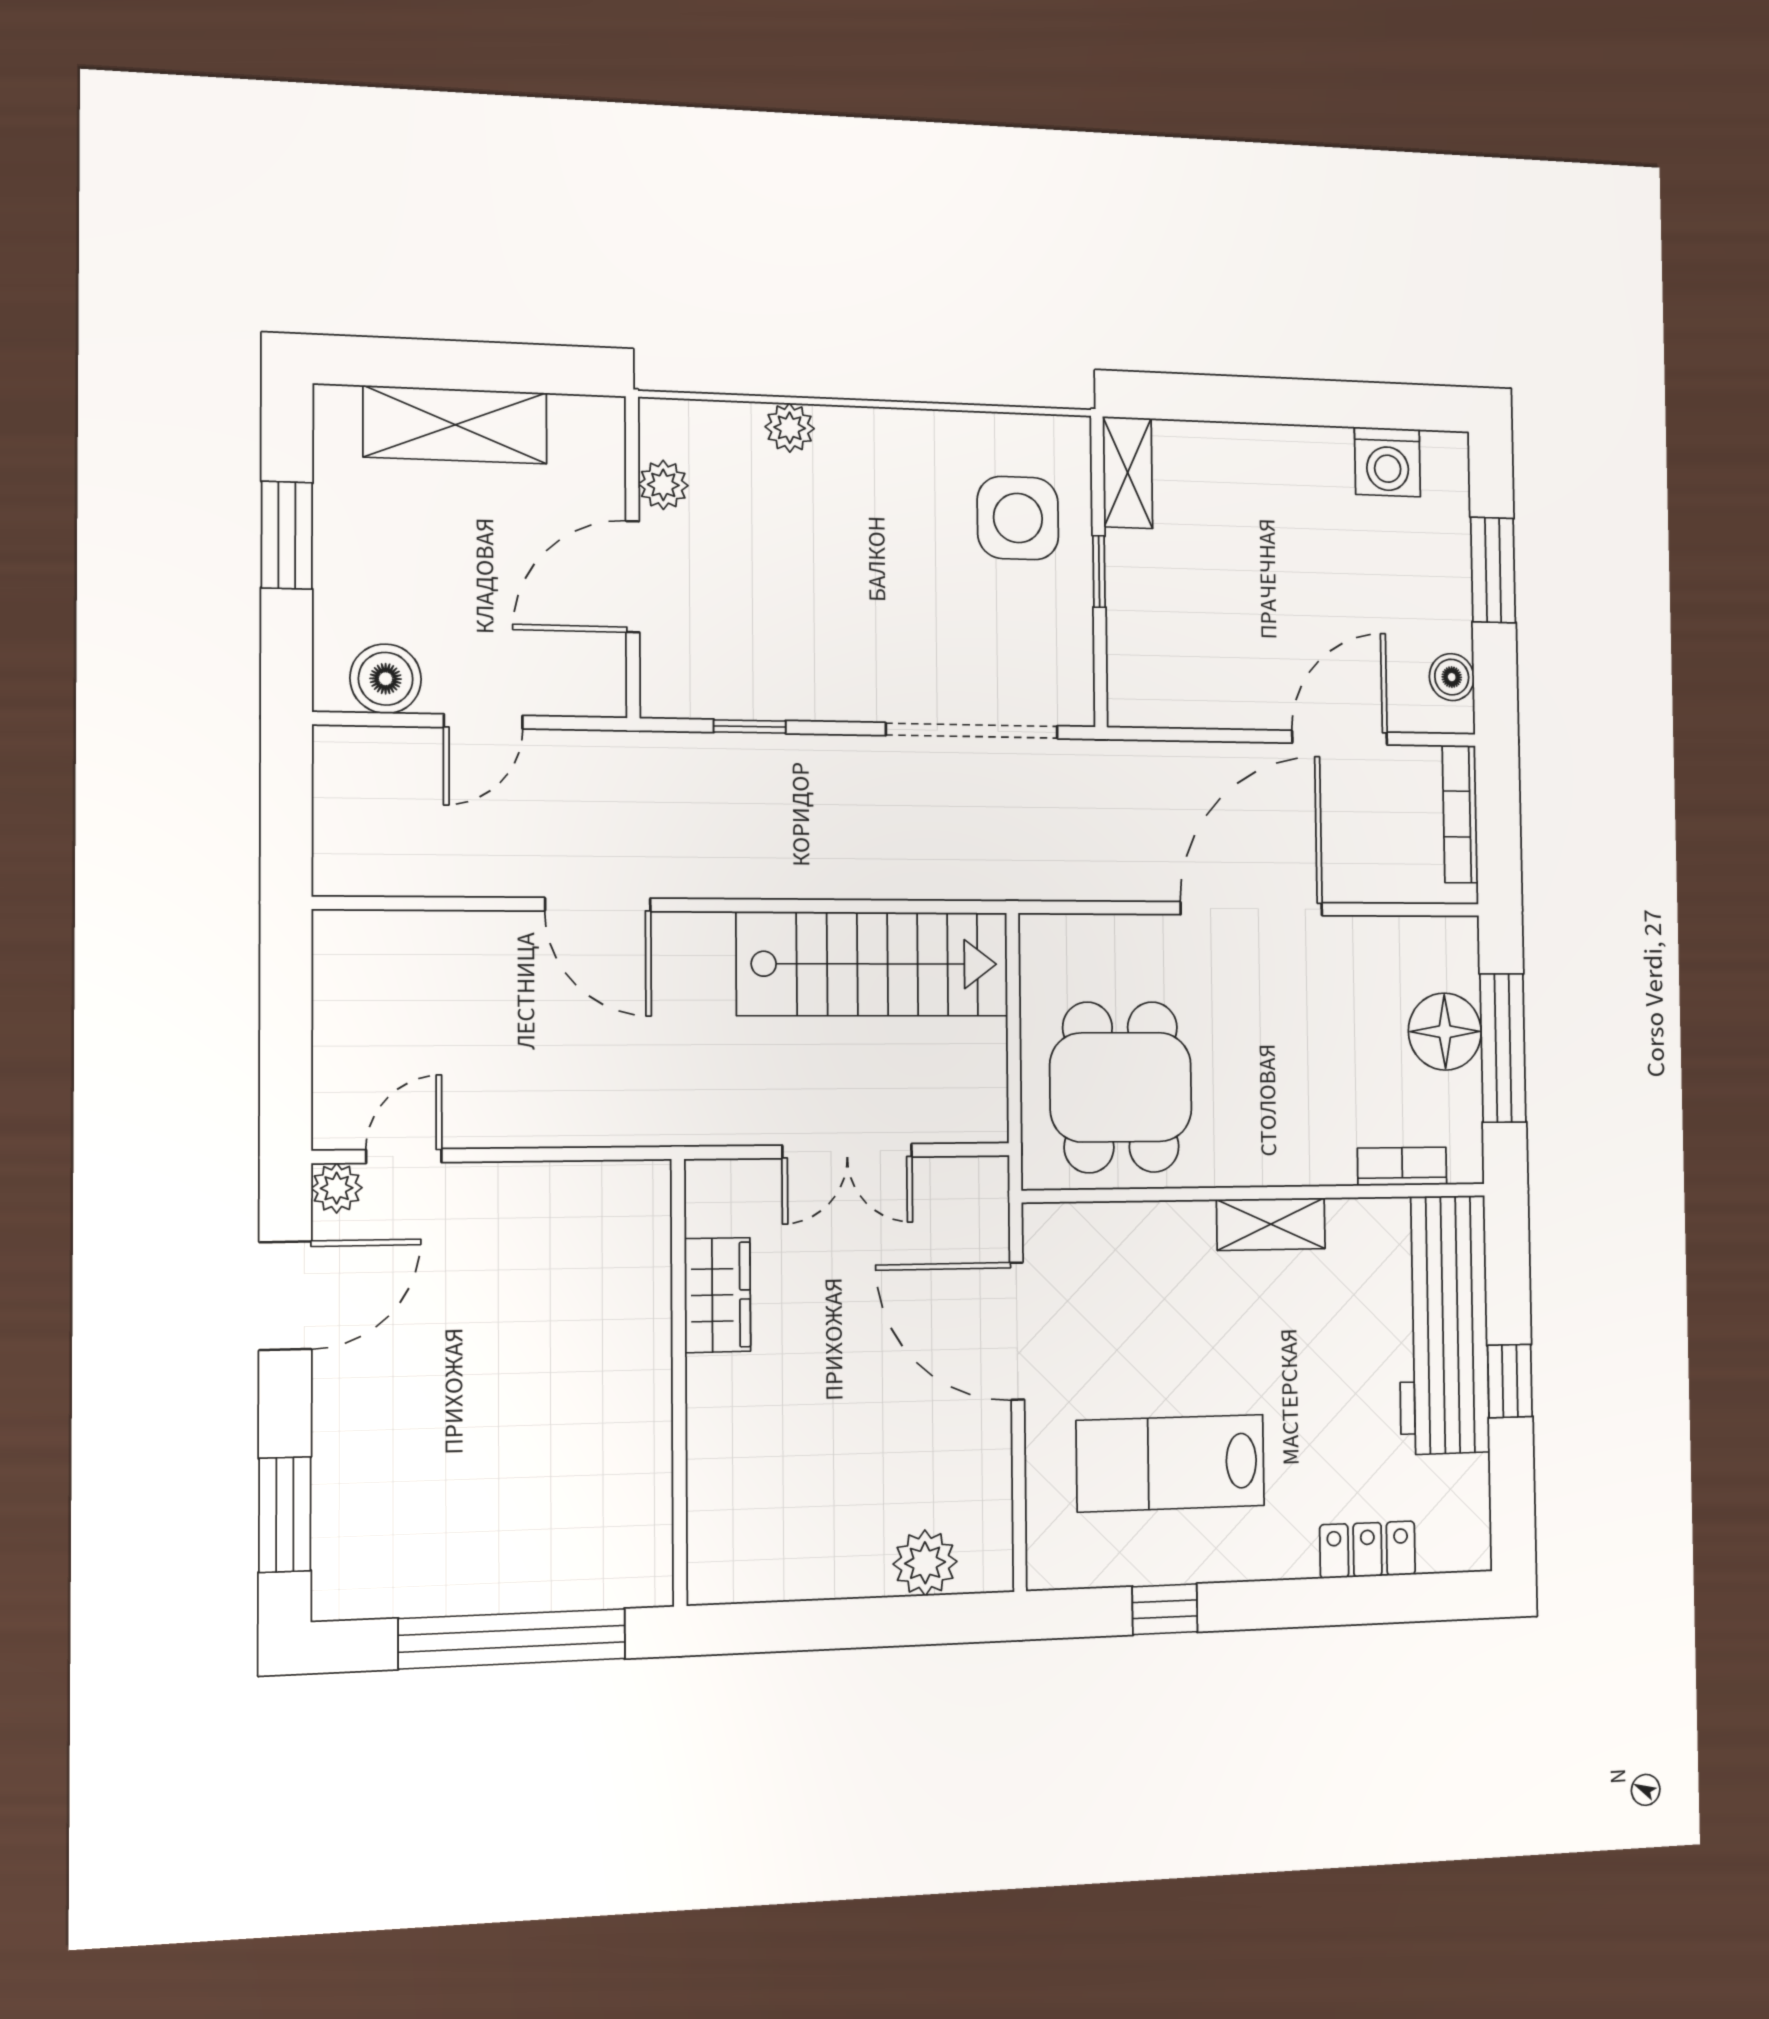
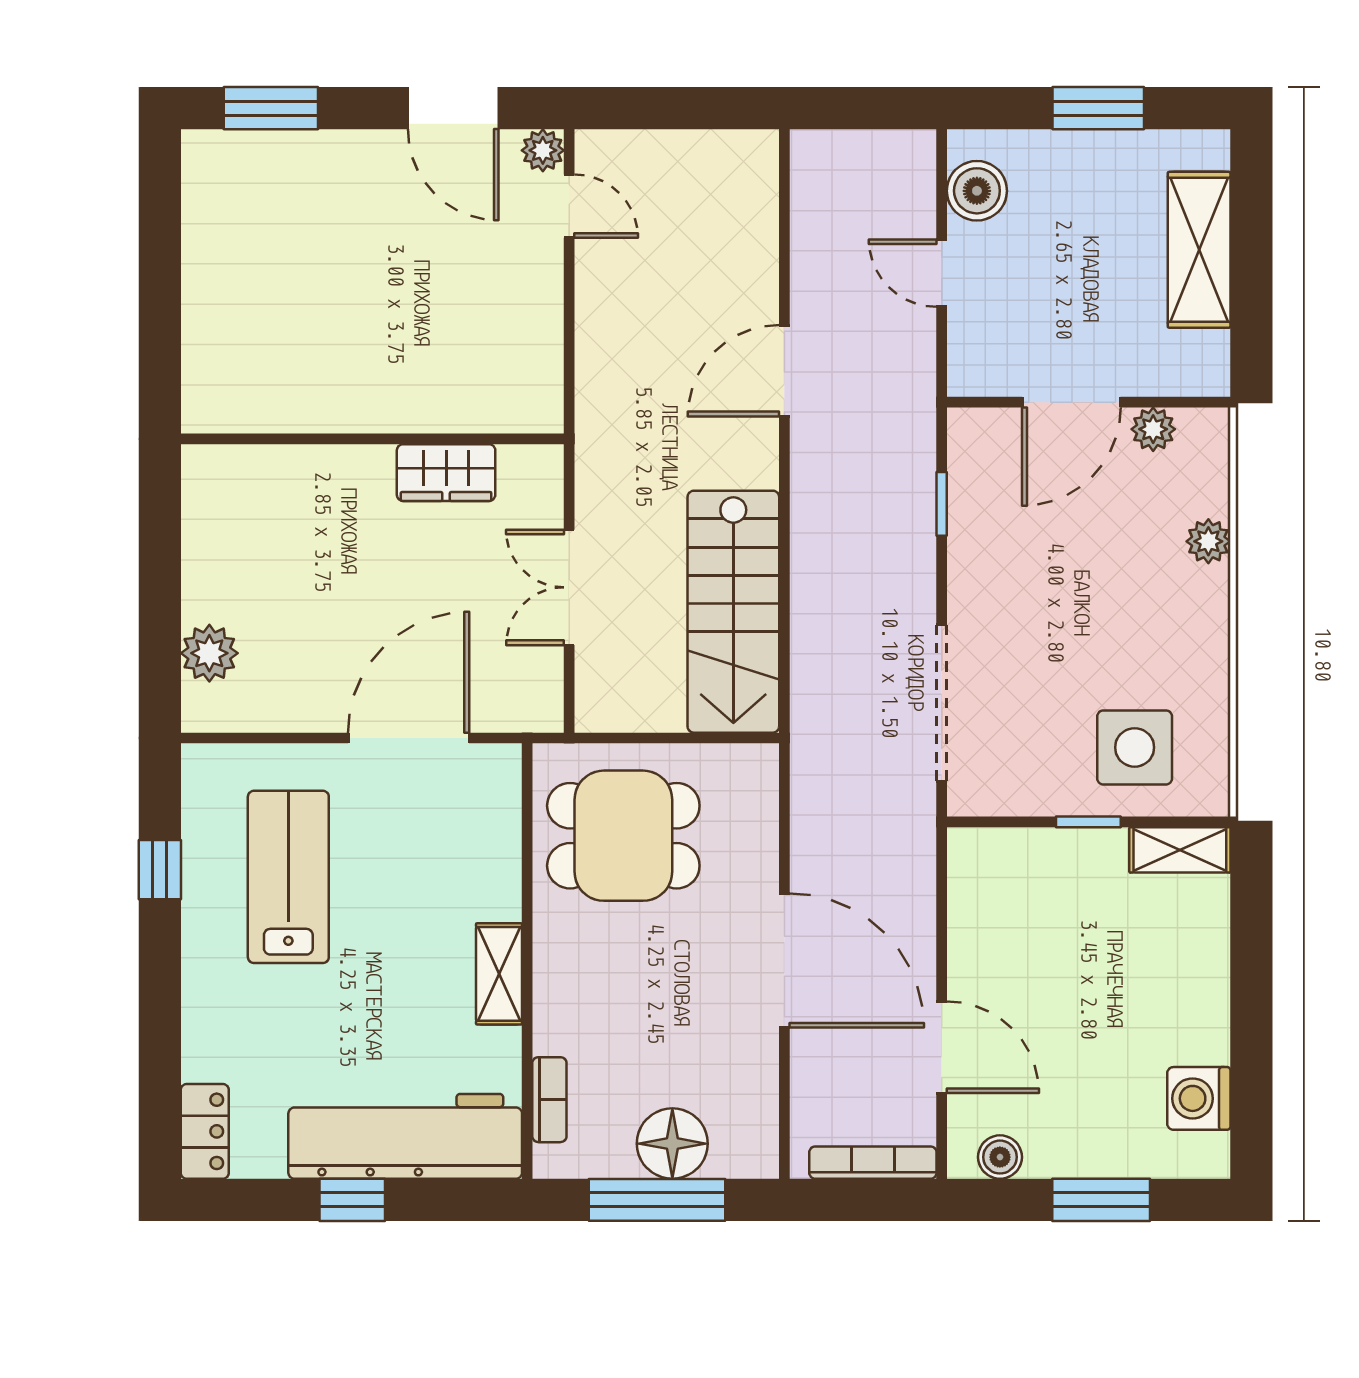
door: (633, 577) -> (1071, 402), swing flipped
locker: (1368, 1550) -> (205, 1131), moved
window: (512, 1639) -> (160, 296), removed

